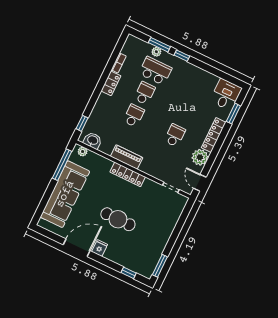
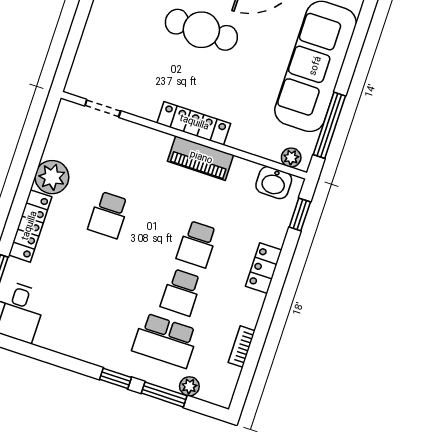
plant: (156, 52) -> (189, 386), moved
locker: (111, 83) -> (264, 268), moved
door: (200, 183) -> (45, 126), removed

